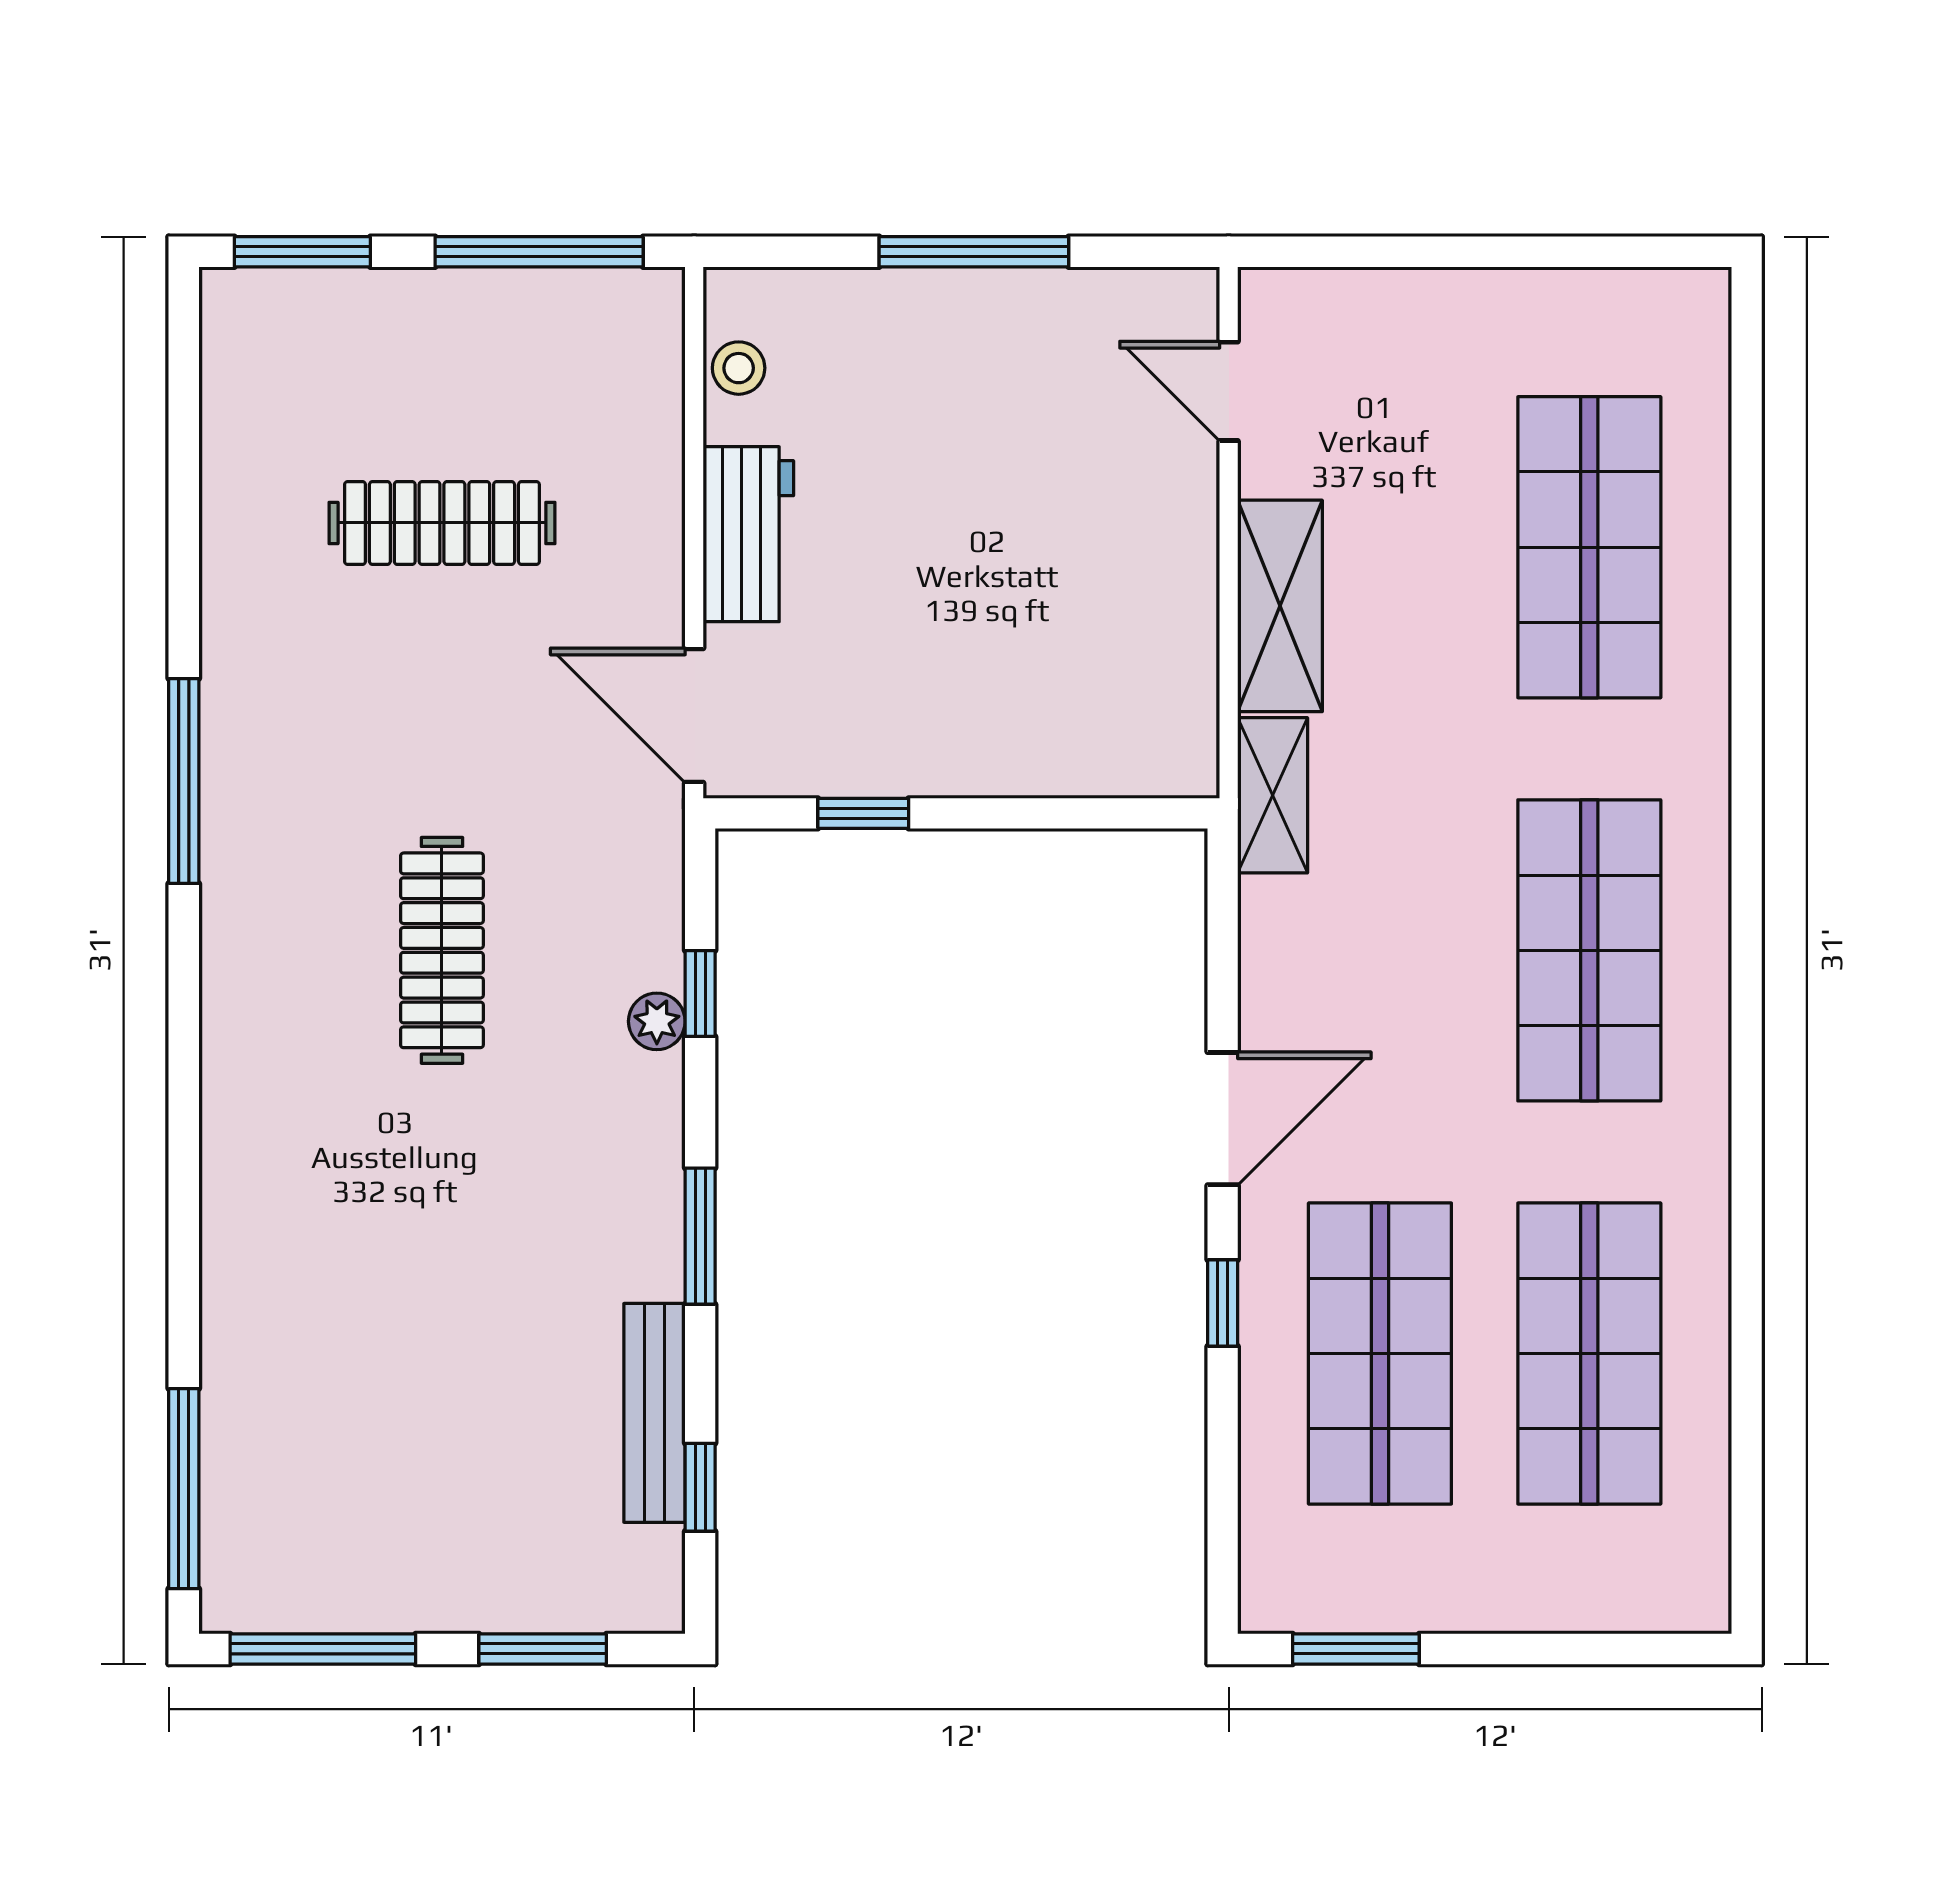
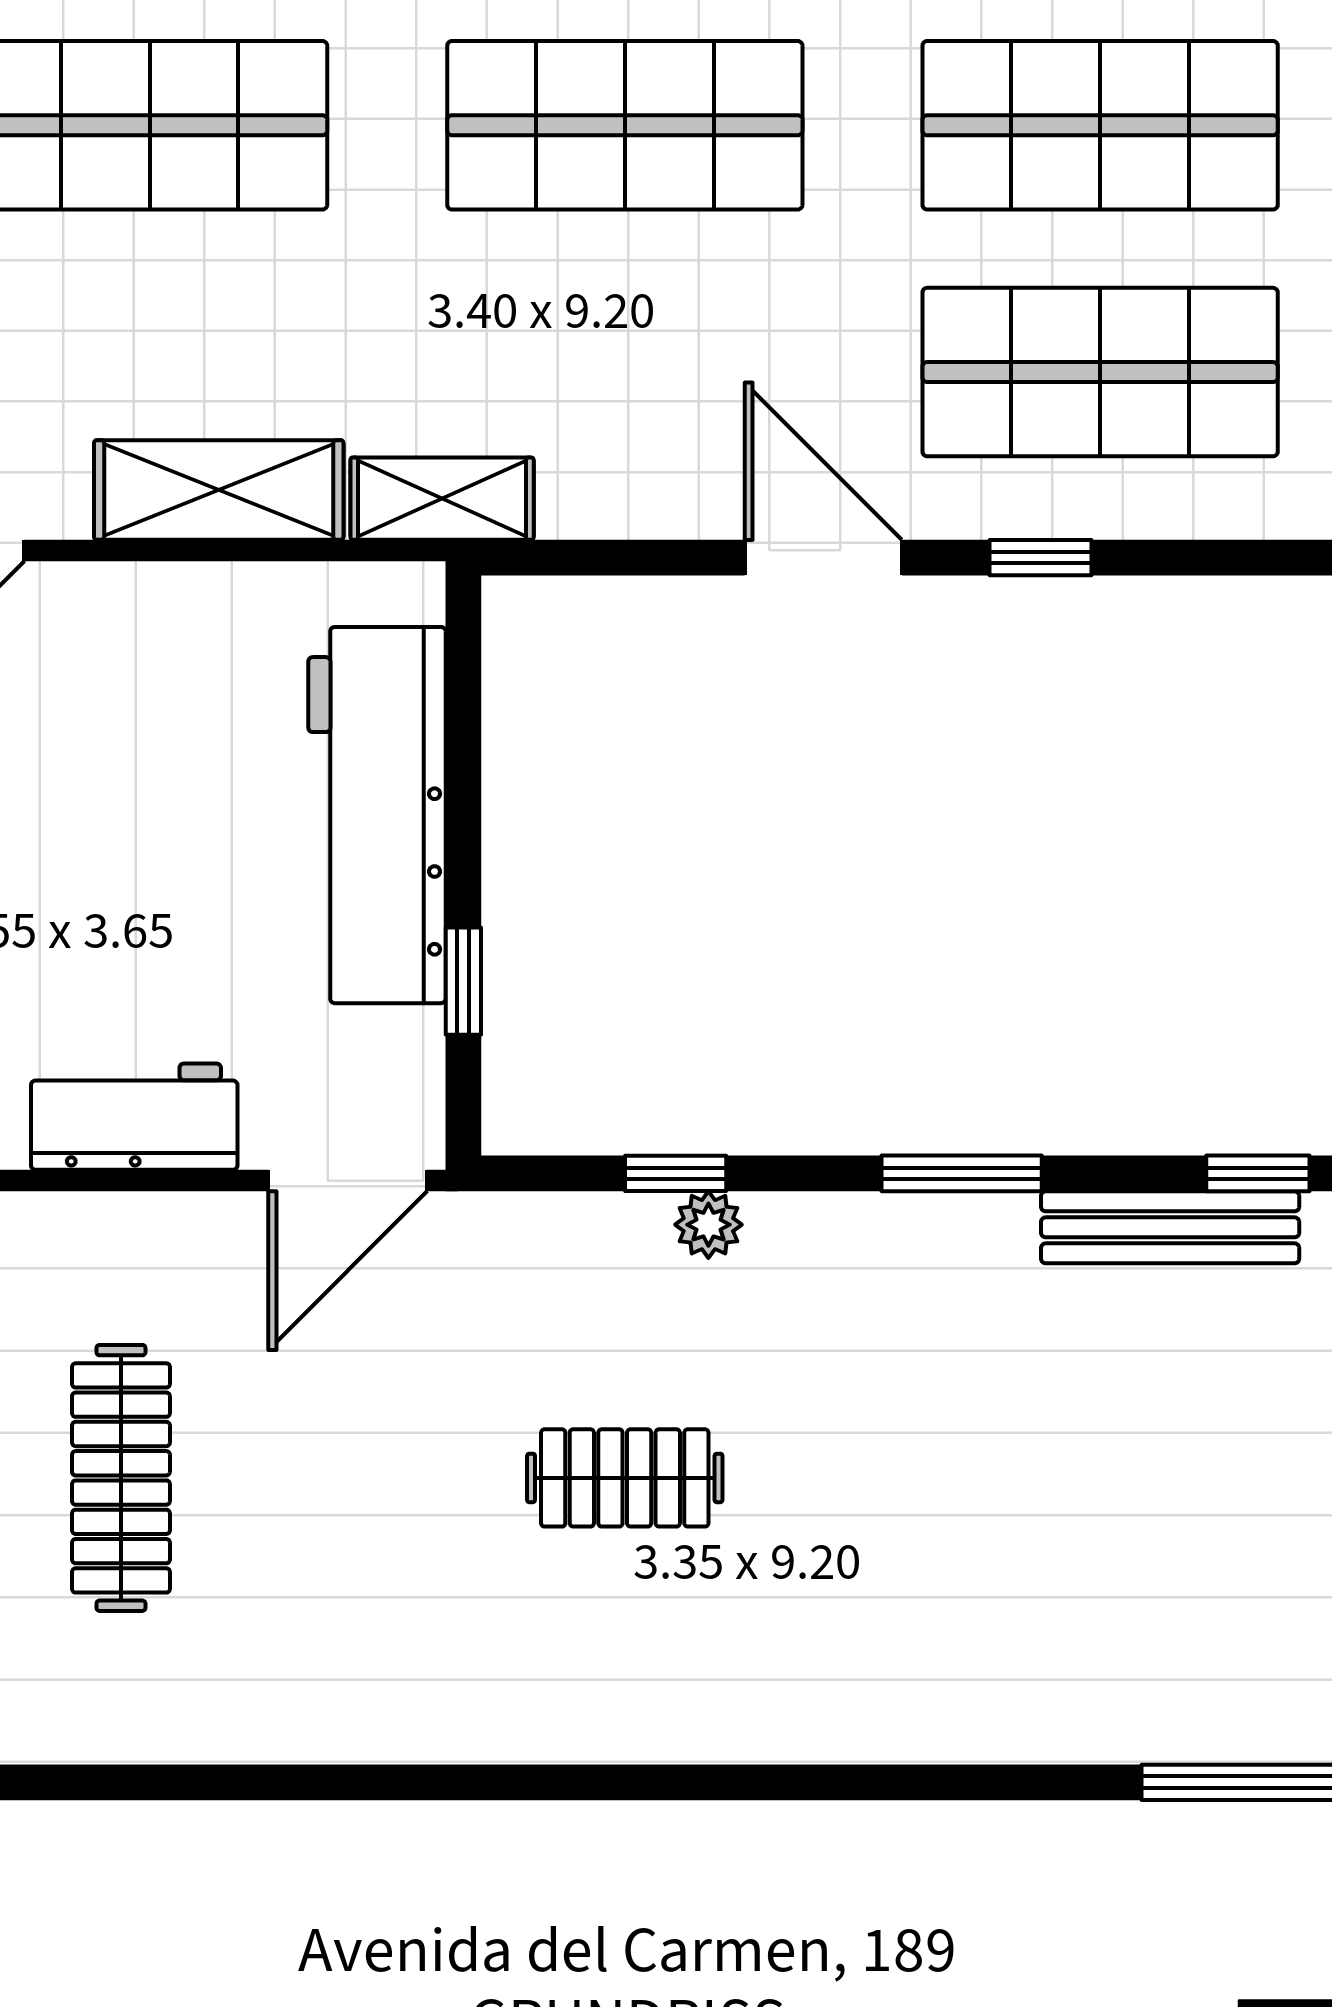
workbench: (1004, 740) -> (377, 815), added
window: (184, 781) -> (425, 1782), removed
clothes rail: (442, 950) -> (625, 1478), width x0.73

